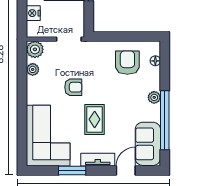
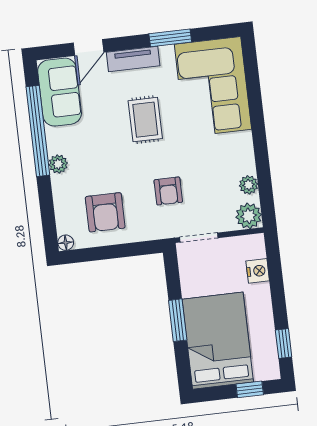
floor lamp: (155, 61) -> (66, 243), moved
armchair: (73, 87) -> (168, 191), moved, turned -90

